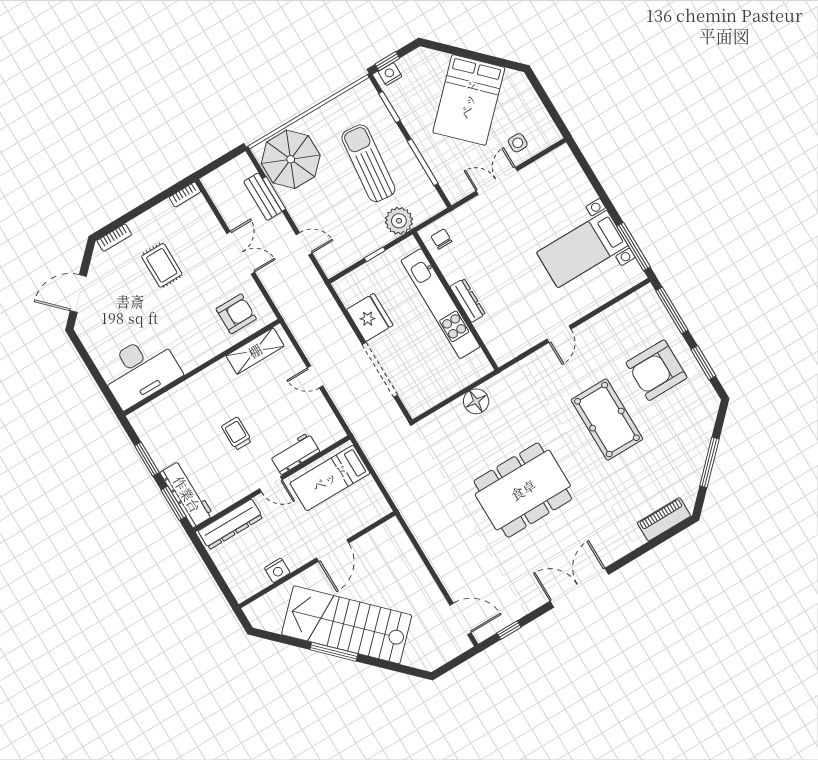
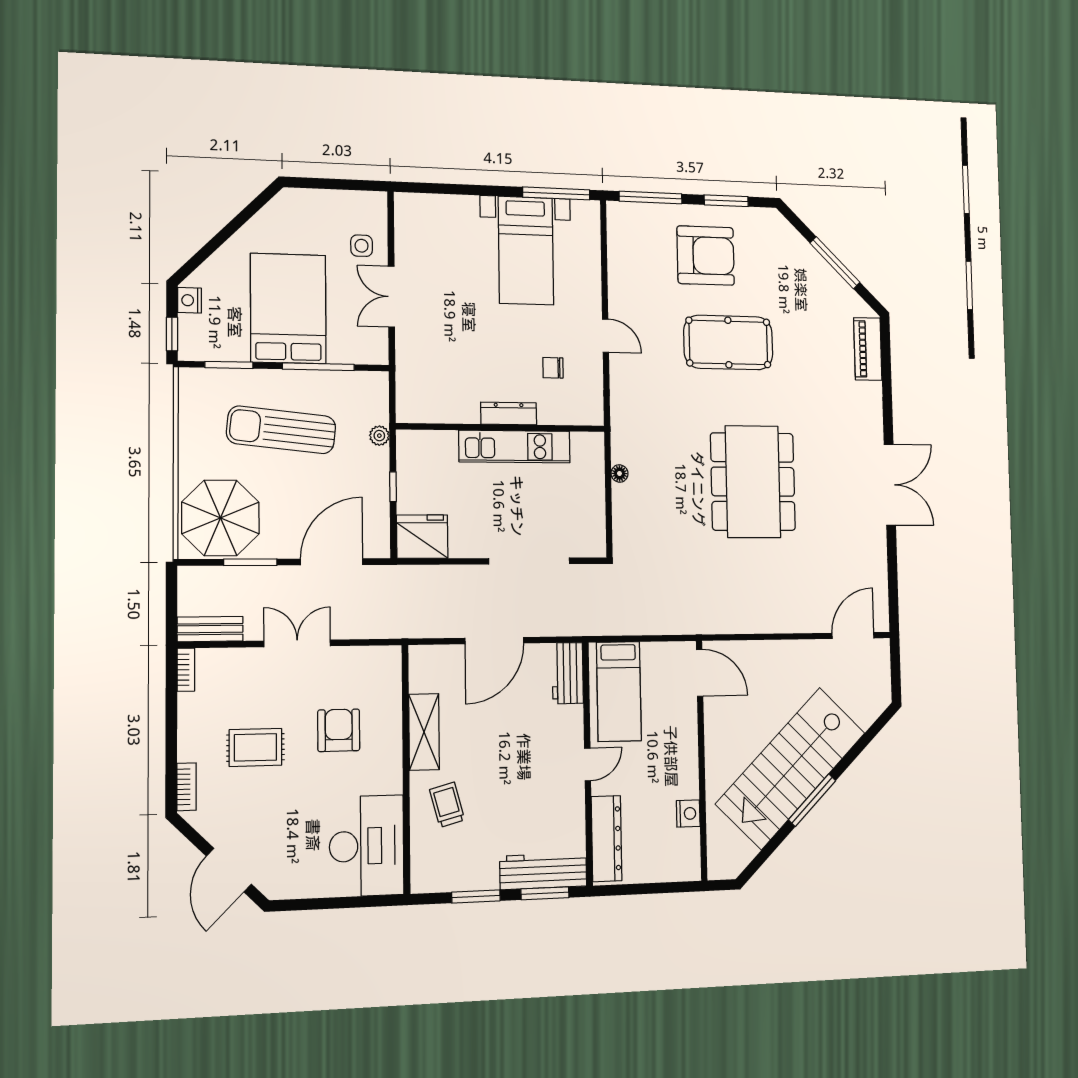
nightstand: (390, 74) -> (190, 300), moved
bed: (469, 100) -> (288, 309), moved, turned -135
bench: (263, 197) -> (210, 629), moved
plant: (399, 221) -> (379, 436), width x0.53, depth x0.53
chair: (441, 239) -> (553, 368), moved
door: (304, 244) -> (332, 562), width x1.88
kitchen unit: (440, 304) -> (515, 447), width x0.73
armchair: (236, 314) -> (339, 730), moved
fridge: (370, 317) -> (422, 537), moved
shelving: (255, 351) -> (424, 732), moved
armchair: (656, 370) -> (706, 256), turned -90
door: (315, 377) -> (494, 641), width x1.88
floor lamp: (476, 401) -> (619, 473), width x0.53, depth x0.53
trolley: (237, 434) -> (447, 805), moved, turned 75
workbench: (295, 454) -> (568, 673), moved
door: (333, 550) -> (700, 673), moved
double door: (579, 588) -> (890, 485), swing flipped
window: (509, 630) -> (893, 589), removed

